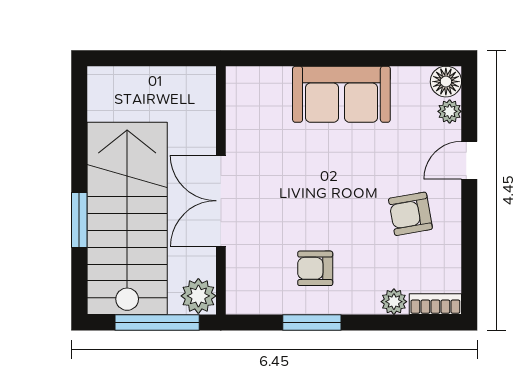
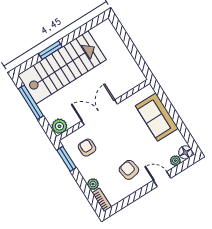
wall: (221, 190) -> (103, 110), moved
double door: (221, 201) -> (99, 112), moved
plant: (198, 296) -> (59, 126), moved

